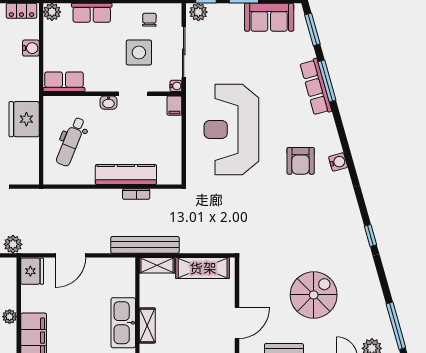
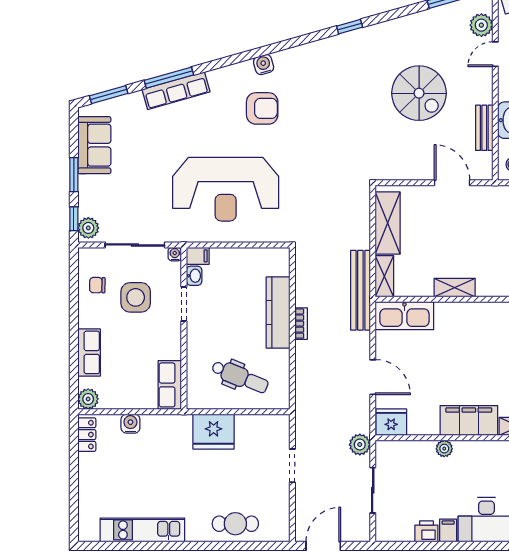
washbasin: (109, 103) -> (194, 276), moved
bookcase: (136, 194) -> (301, 324), moved
spiral stairs: (314, 295) -> (419, 93), turned 180
kitchen sink: (123, 323) -> (404, 316), moved

